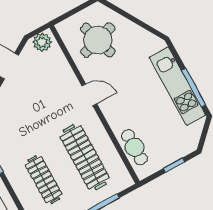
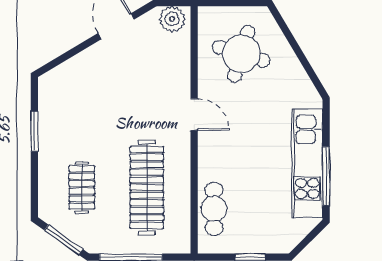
round table: (98, 40) -> (241, 54), turned 34
clothes rail: (44, 180) -> (82, 187), width x0.73

